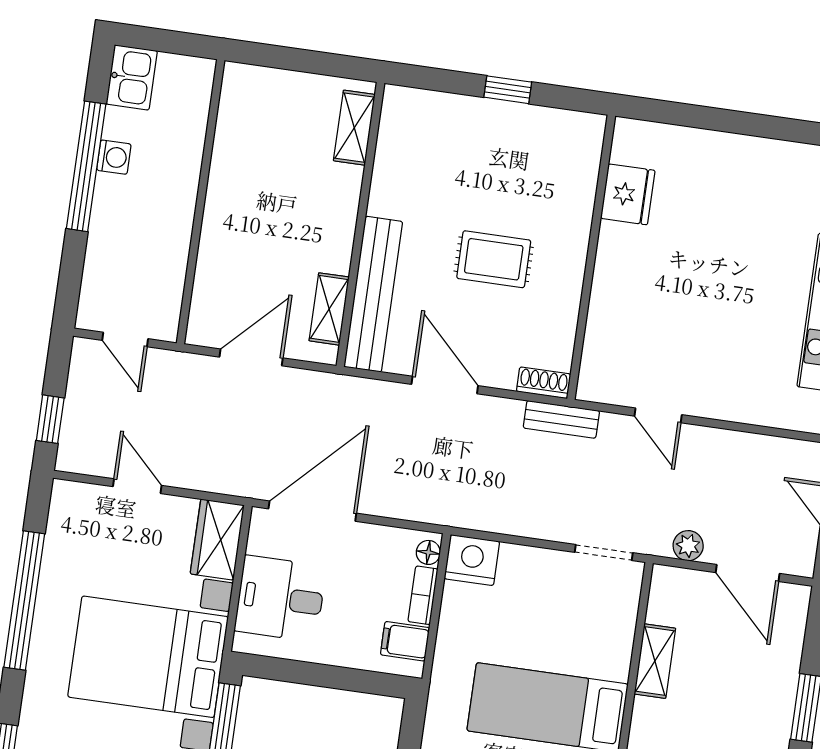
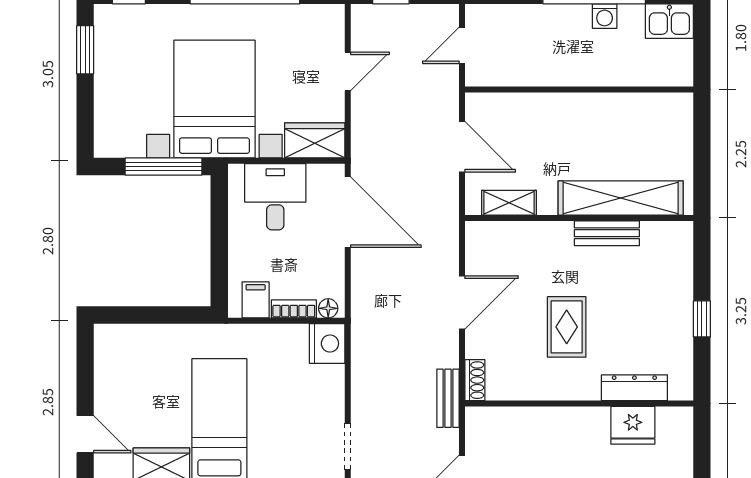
shelving: (354, 128) -> (621, 198), width x2.20, depth x1.33
dresser: (581, 186) -> (634, 388), added
bench: (373, 294) -> (607, 233), moved, width x0.54, depth x0.82

